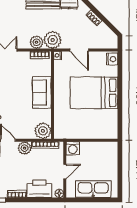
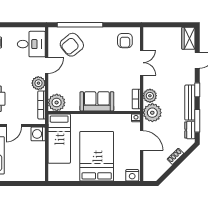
door: (79, 50) -> (142, 141), swing flipped
bed: (77, 128) -> (59, 139), added
door: (65, 172) -> (14, 126), hinge flipped

